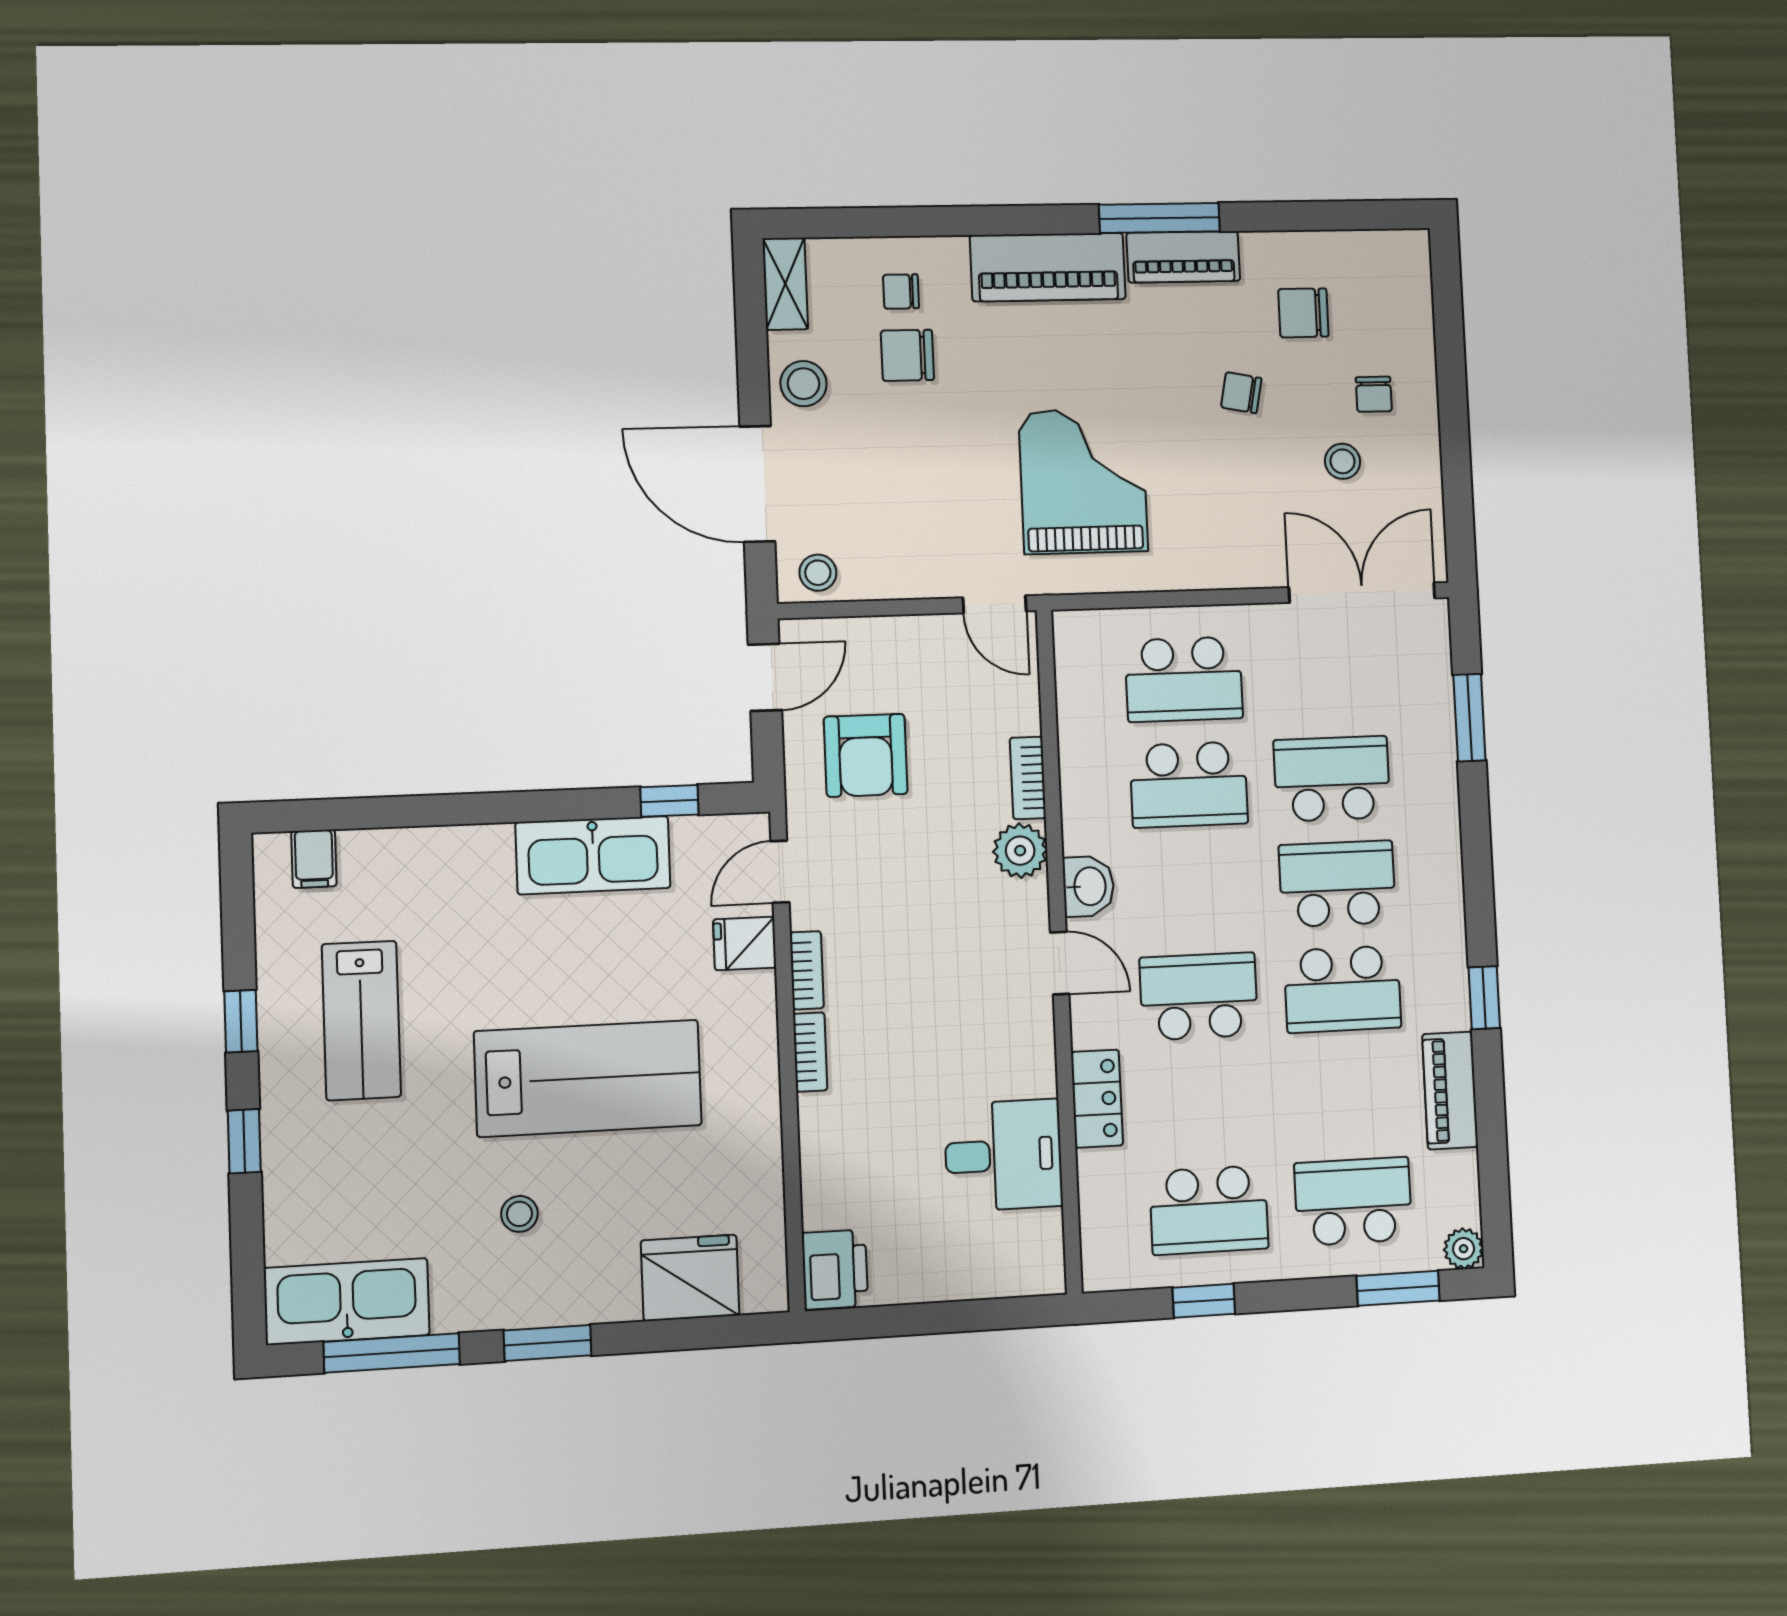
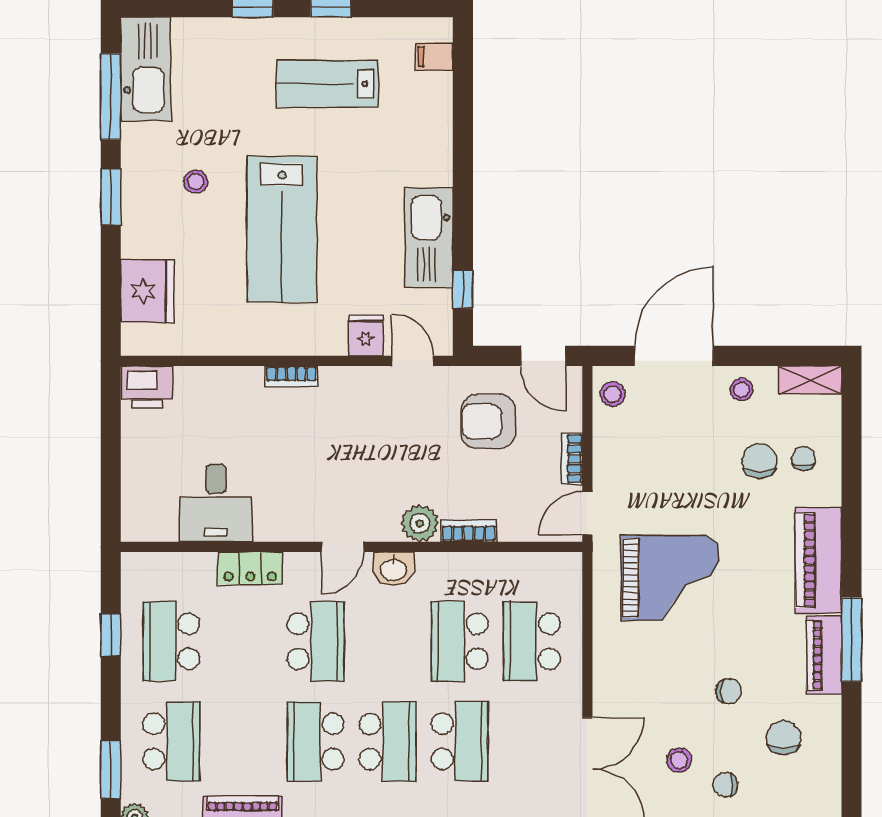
stool: (803, 384) -> (741, 390), width x0.73, depth x0.73
chair: (1241, 393) -> (729, 691), turned 79
bookcase: (807, 970) -> (572, 459), moved, turned 90

